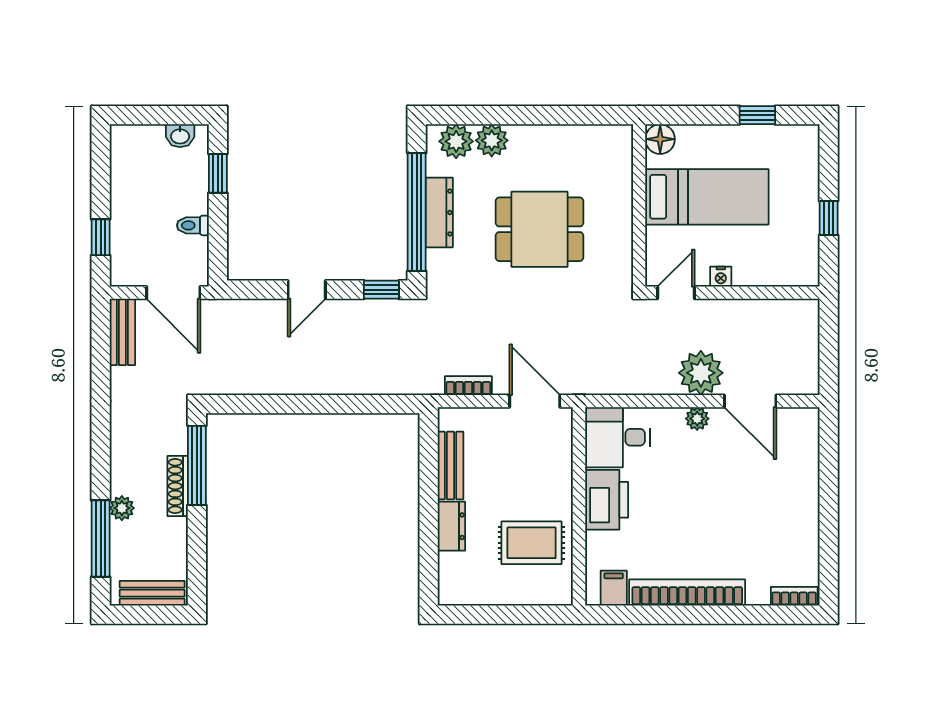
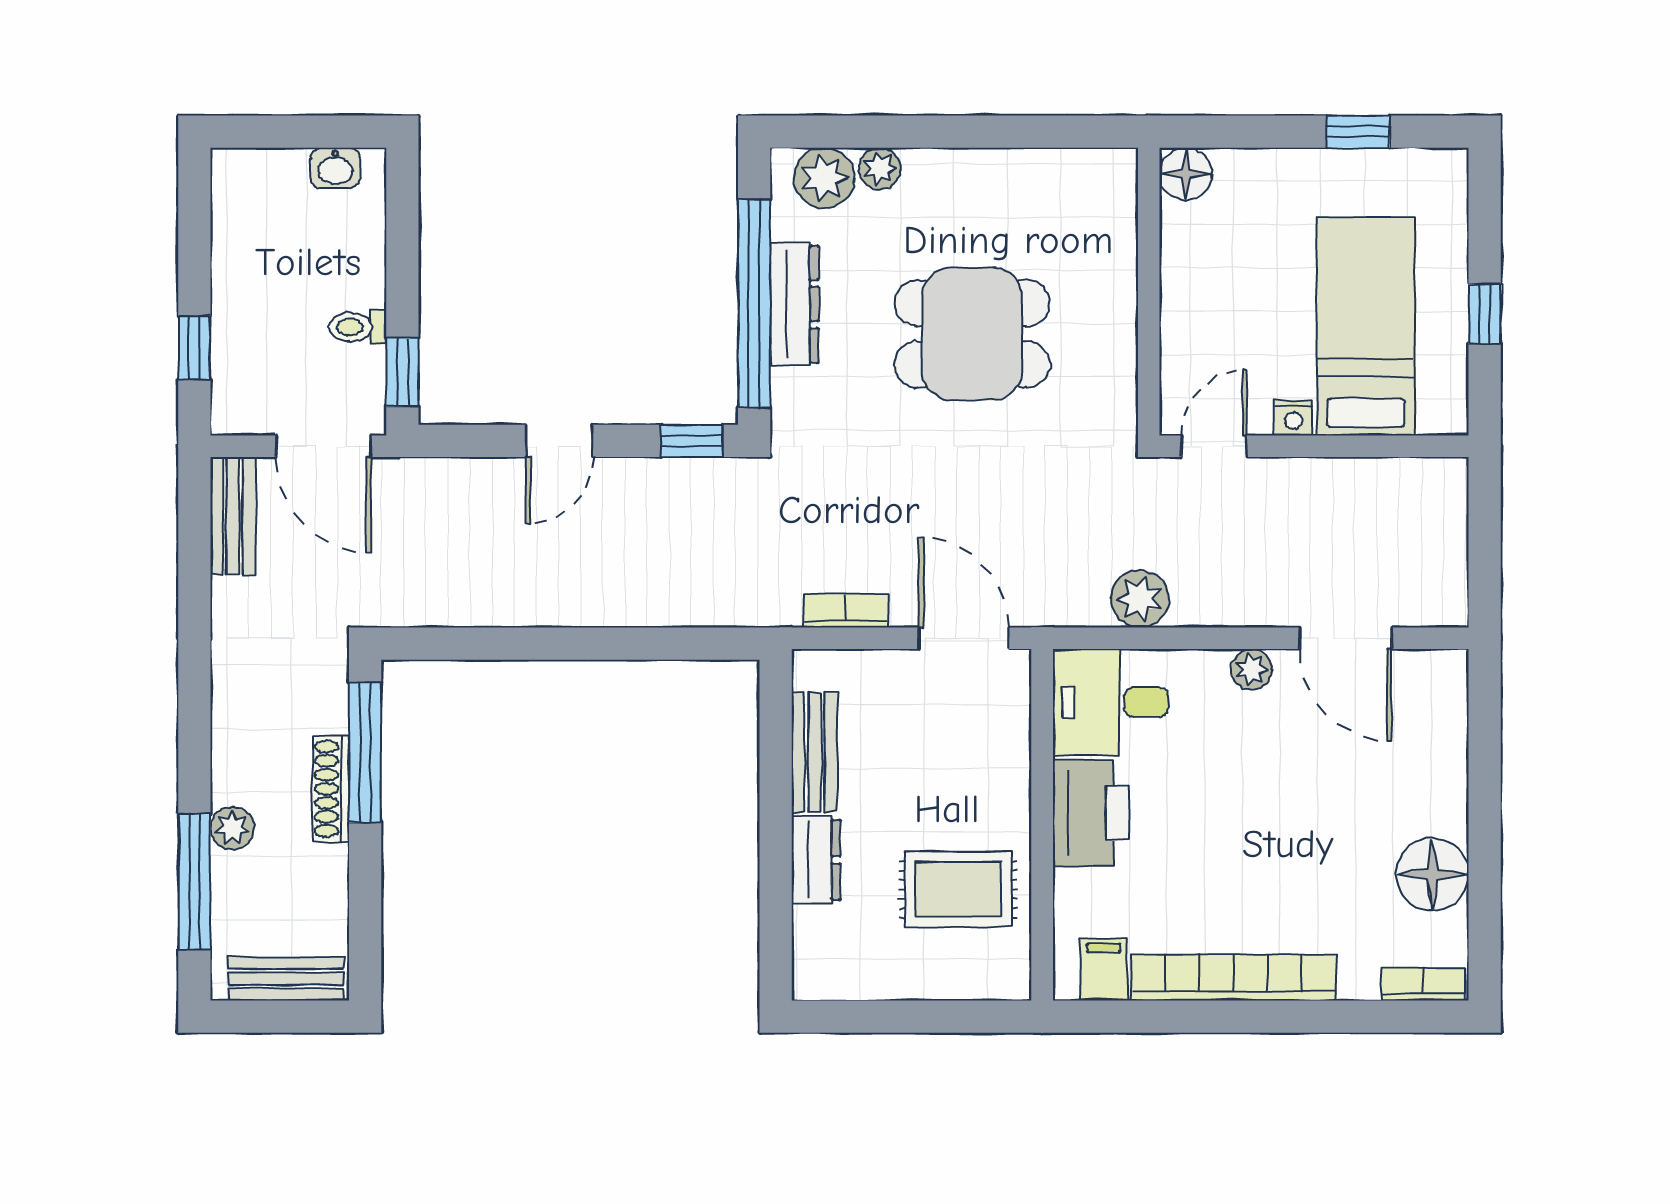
plant: (492, 140) -> (880, 169), width x0.73, depth x0.73
window: (218, 173) -> (402, 372), moved
bed: (707, 197) -> (1366, 326), moved, turned -90
plant: (701, 373) -> (1140, 599), moved, width x0.73, depth x0.73
floor lamp: (799, 534) -> (1432, 874), added

